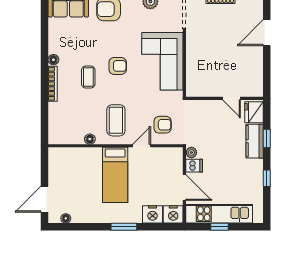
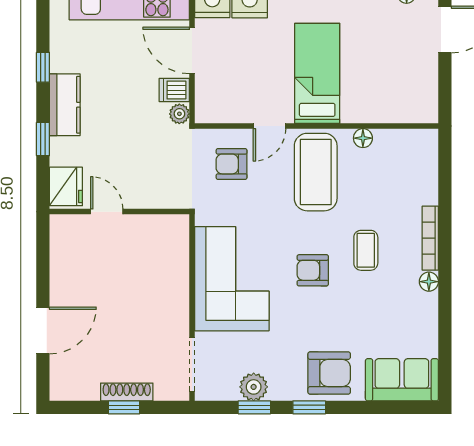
coffee table: (116, 120) -> (316, 172), width x1.36, depth x1.32
kitchen counter: (255, 141) -> (65, 105), moved

